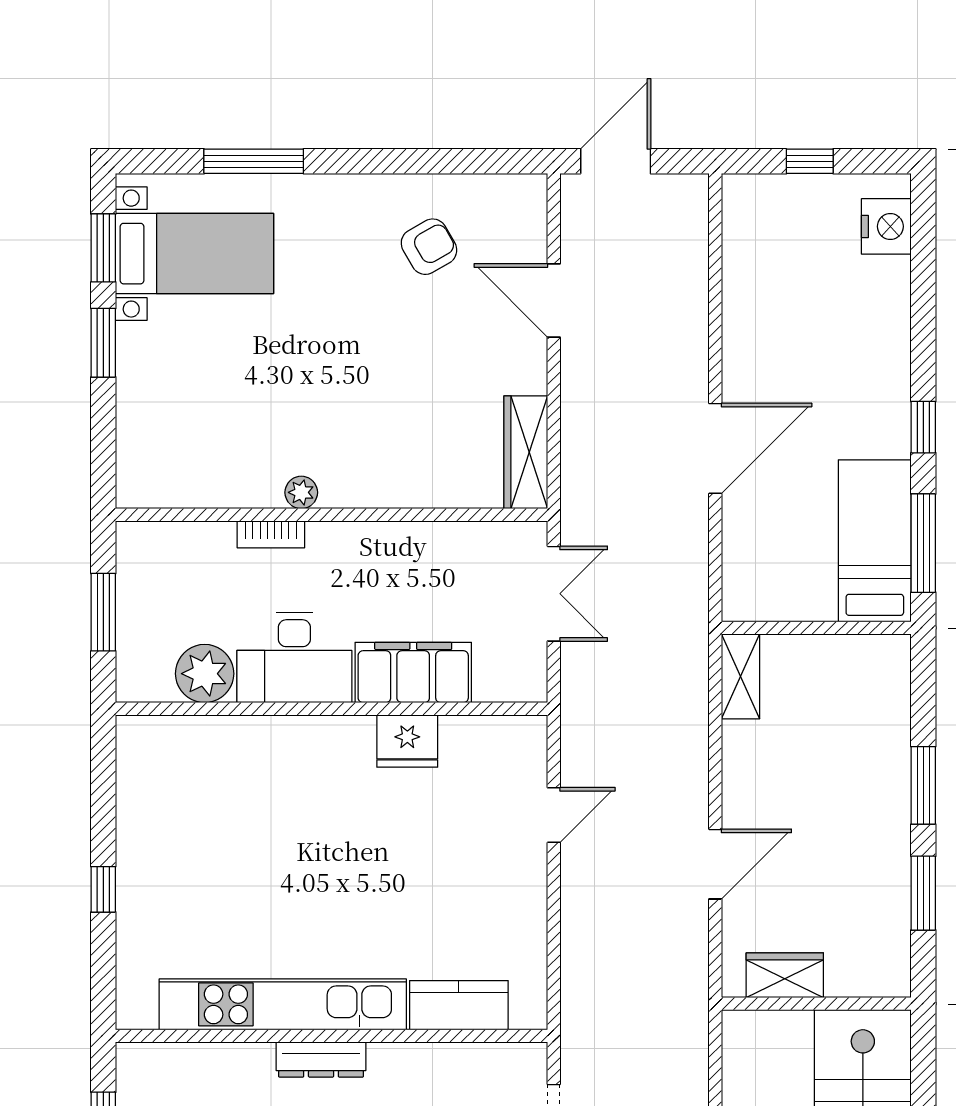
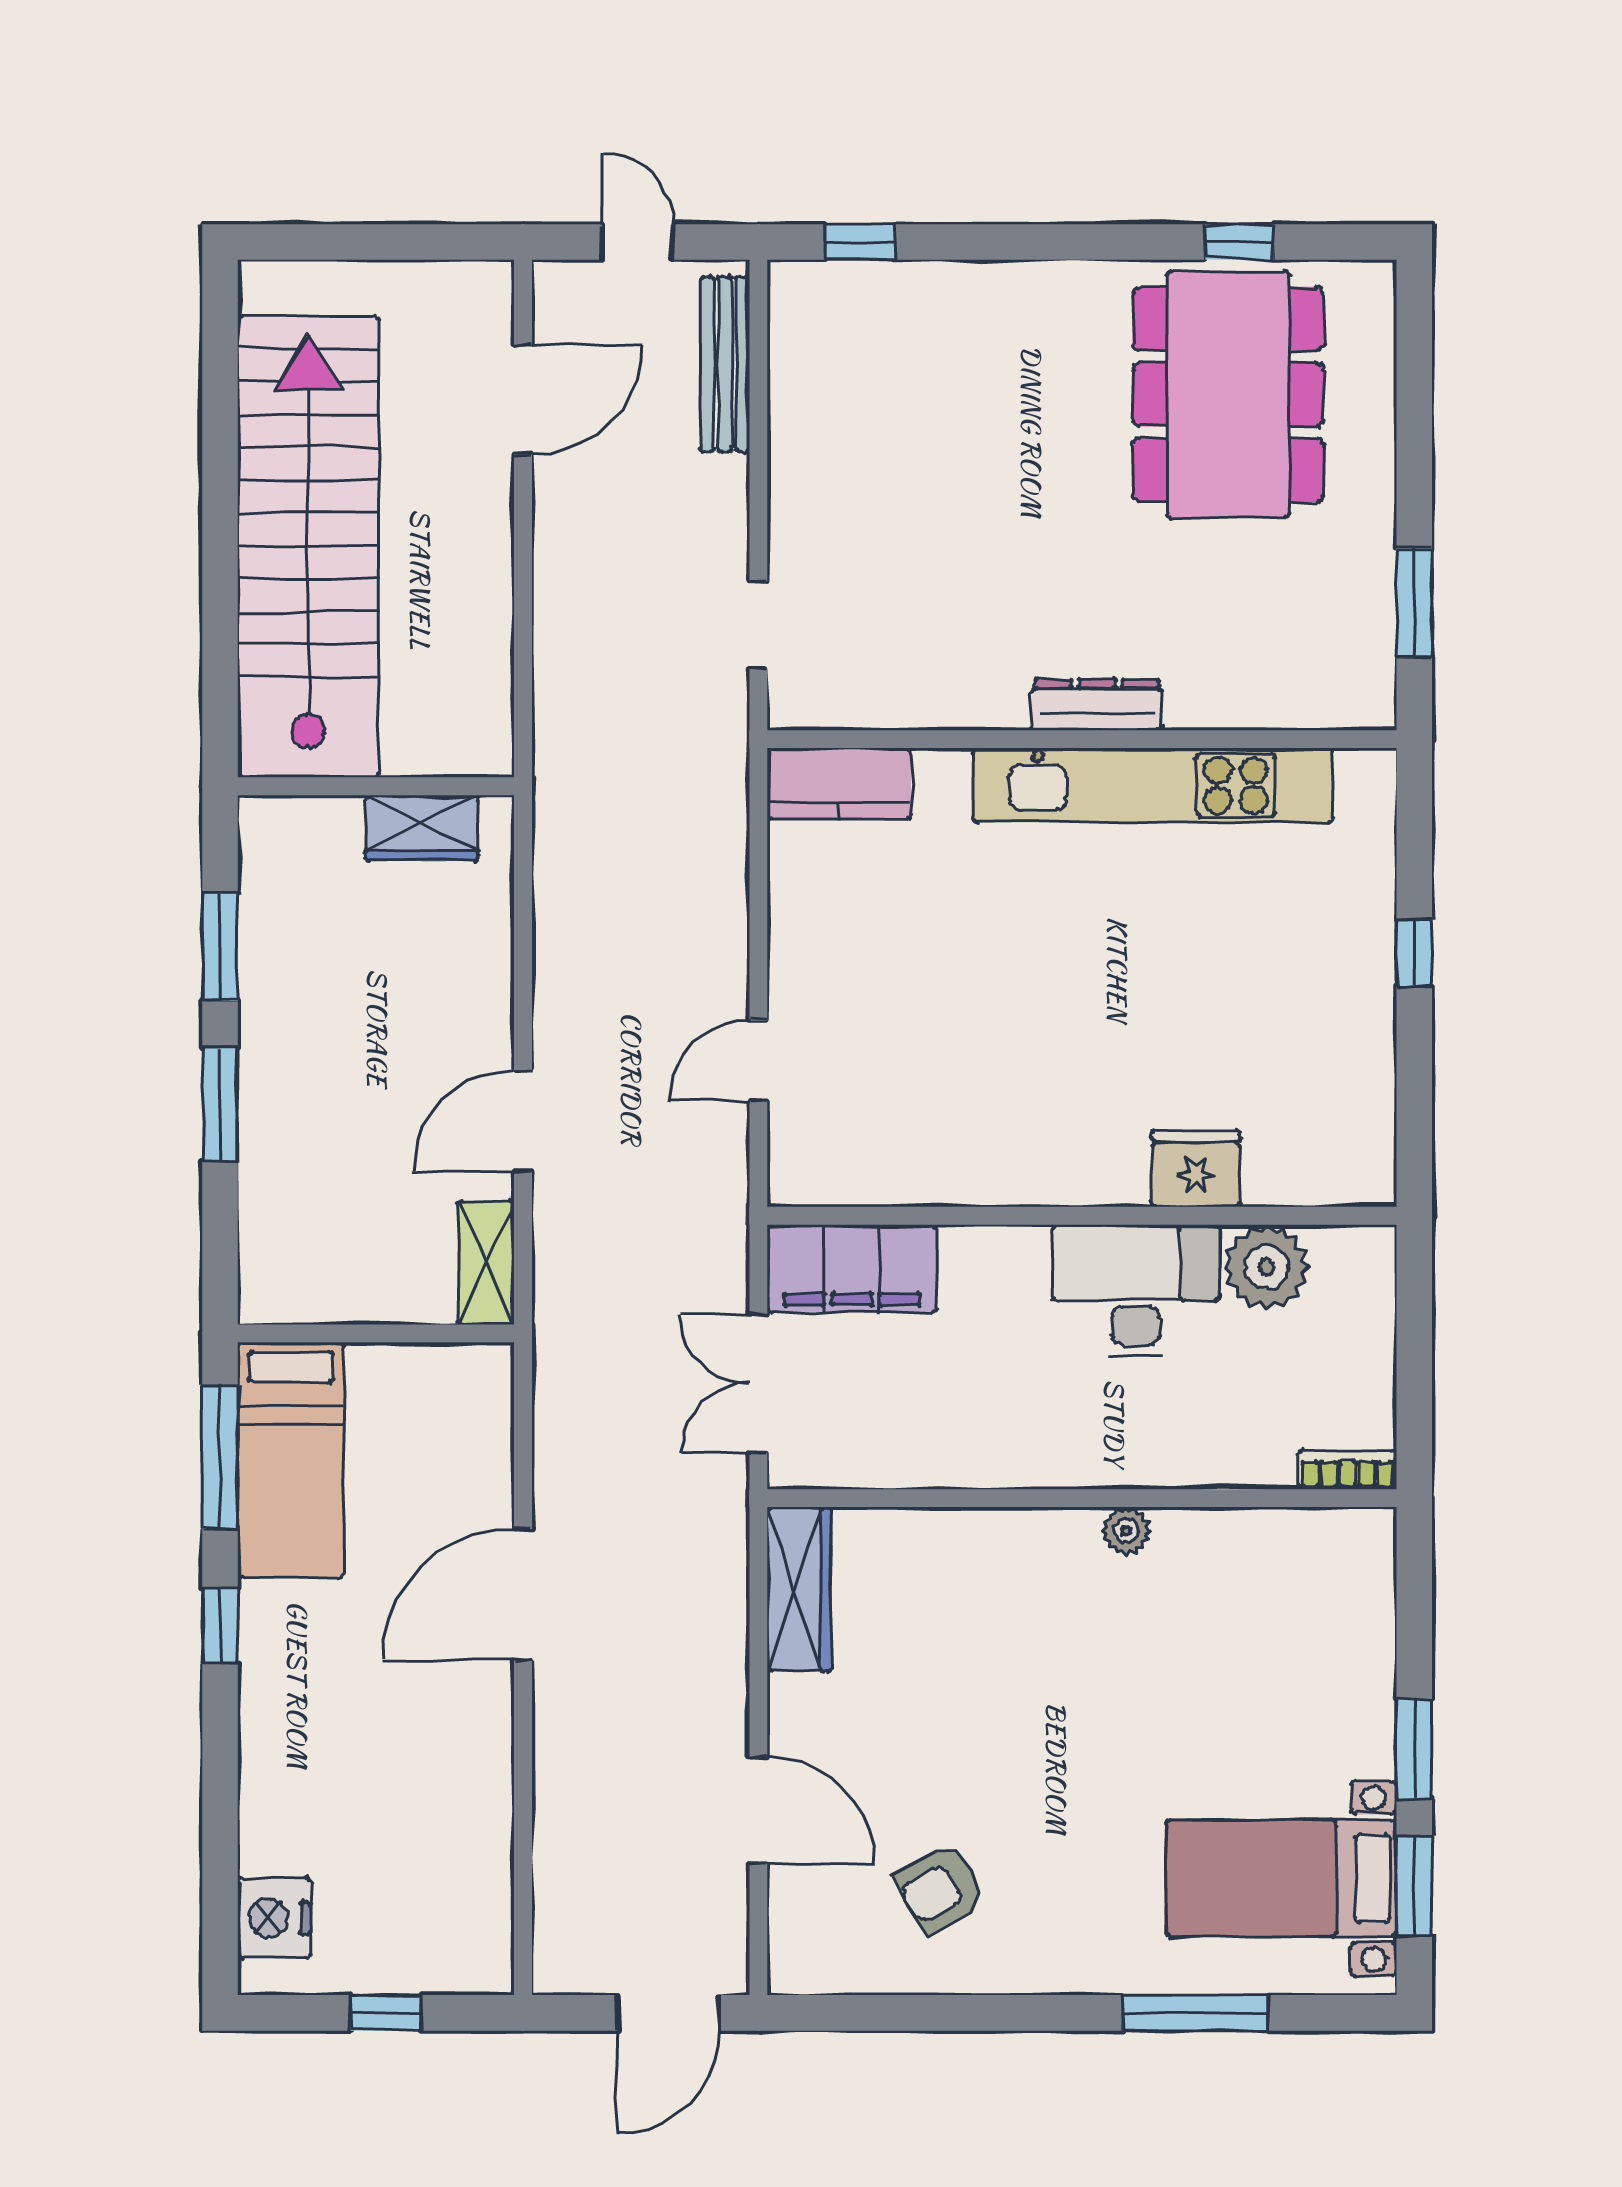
bookcase: (271, 534) -> (1347, 1470), moved
window: (103, 612) -> (1414, 1356), removed
filing cabinet: (413, 672) -> (852, 1268), moved
fridge: (407, 741) -> (1196, 1169), moved
door: (715, 864) -> (523, 1121), moved
kitchen counter: (459, 1005) -> (839, 784), moved

